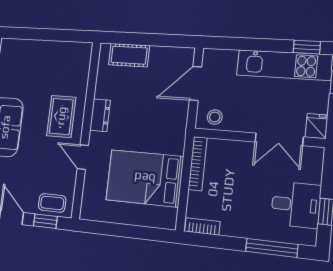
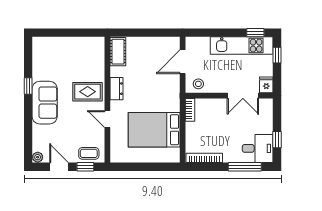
cot: (129, 55) -> (118, 52), moved, turned 90
rug: (61, 116) -> (88, 92), turned 90
bookcase: (198, 164) -> (190, 110), width x0.64
desk: (296, 205) -> (258, 148), moved
bookcase: (202, 226) -> (204, 158), width x1.56

